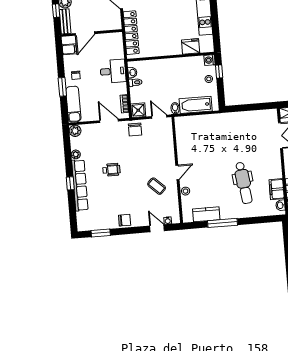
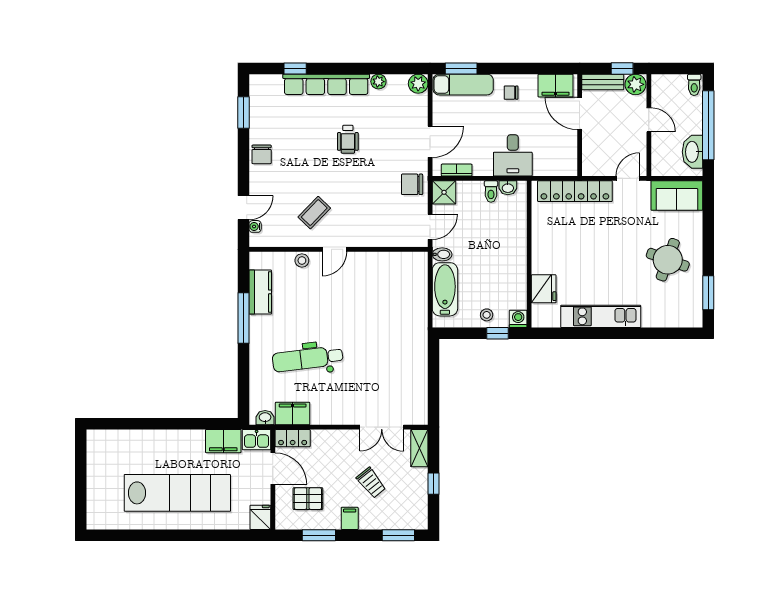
filing cabinet: (69, 49) -> (556, 86), width x2.00
window: (62, 87) -> (461, 68), moved
door: (177, 172) -> (334, 249), hinge flipped
window: (70, 183) -> (295, 68), moved

